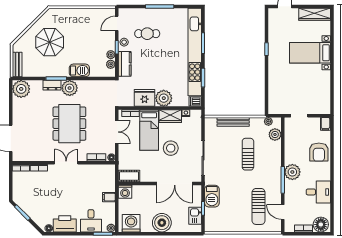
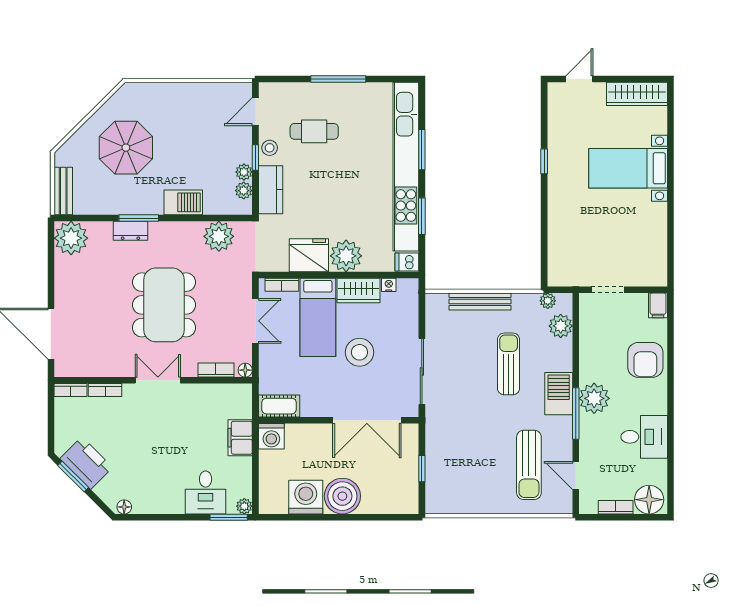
plant: (70, 88) -> (219, 236), moved
barbecue: (212, 196) -> (559, 394), moved, turned 180
filing cabinet: (109, 197) -> (240, 438), width x2.00
kitchen sink: (195, 216) -> (407, 483), removed
washing machine: (131, 223) -> (306, 497), moved
printer: (65, 224) -> (86, 463), moved, turned 45

